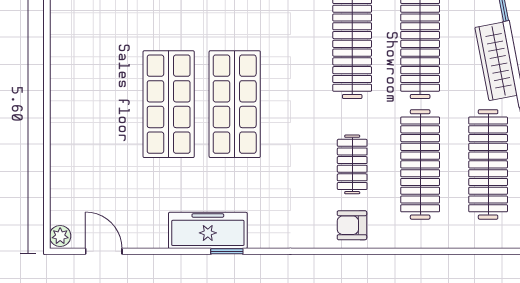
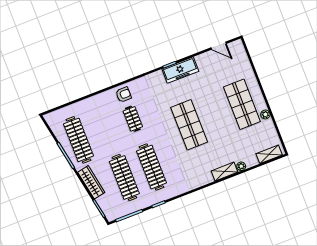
shop shelf: (169, 104) -> (242, 104), moved
clothes rail: (420, 164) -> (106, 129), removed
plant: (60, 236) -> (265, 114), moved

